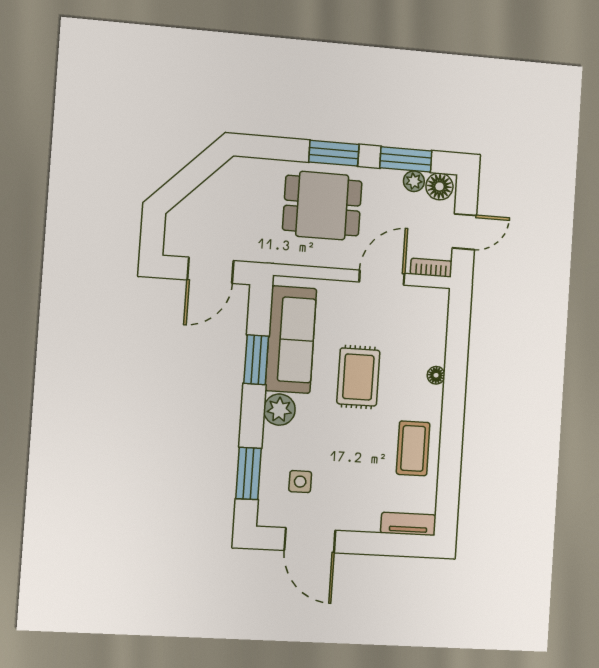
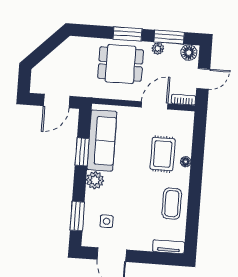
plant: (414, 181) -> (158, 48), moved
rug: (358, 377) -> (163, 154), moved

